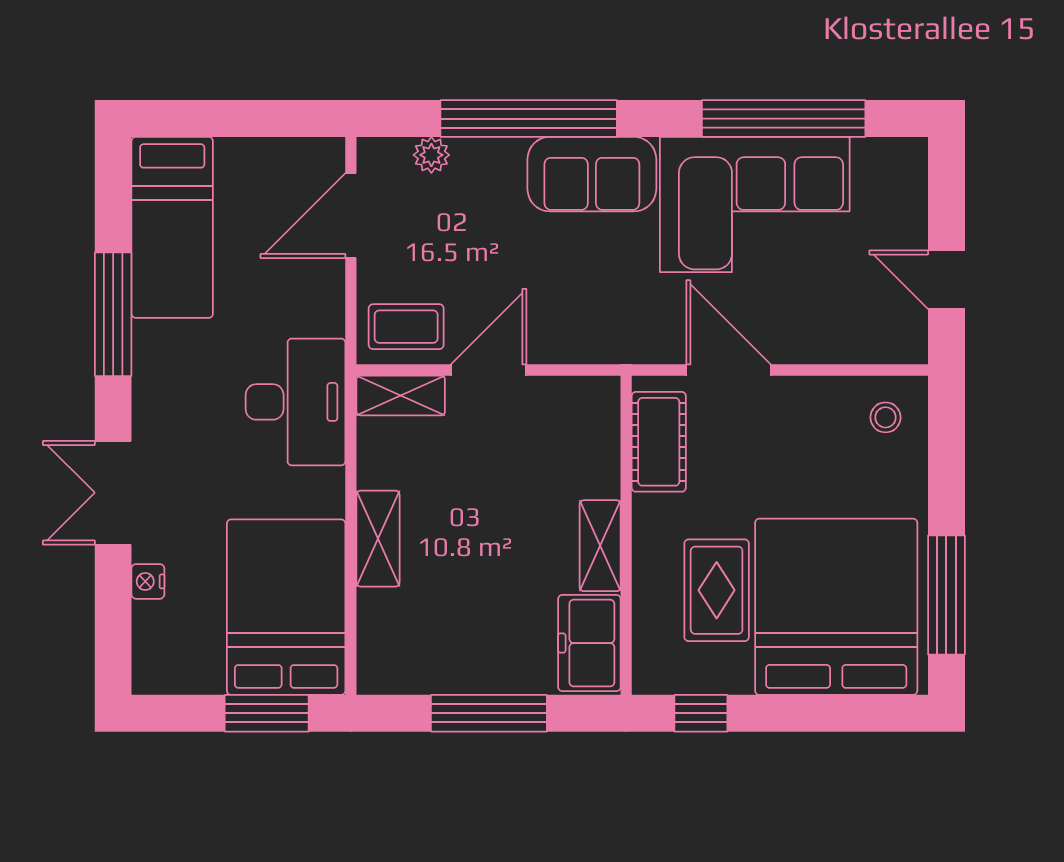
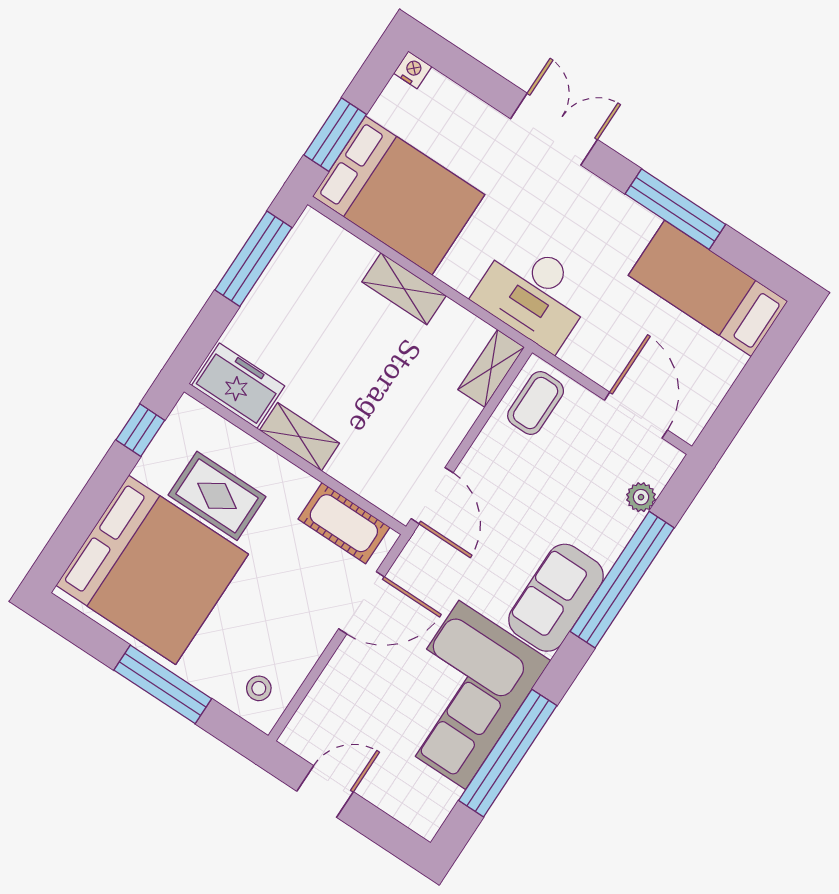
door: (489, 370) -> (432, 496), moved
nightstand: (148, 581) -> (413, 70), moved
window: (946, 595) -> (163, 684), moved
window: (489, 713) -> (253, 259), moved

